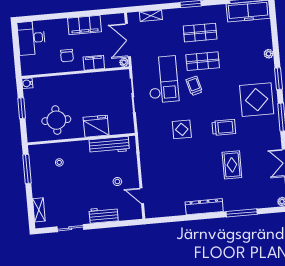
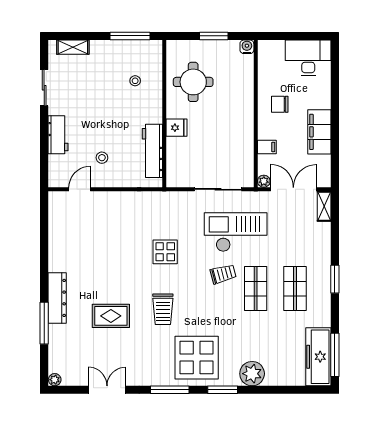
shelving: (151, 16) -> (324, 206), moved
plant: (269, 54) -> (252, 374), width x1.87, depth x1.87
filing cabinet: (94, 63) -> (267, 147), width x0.50
checkout: (163, 79) -> (236, 232), turned 180
fridge: (96, 126) -> (177, 128), width x0.53, depth x0.75
dresser: (204, 207) -> (57, 298), moved

